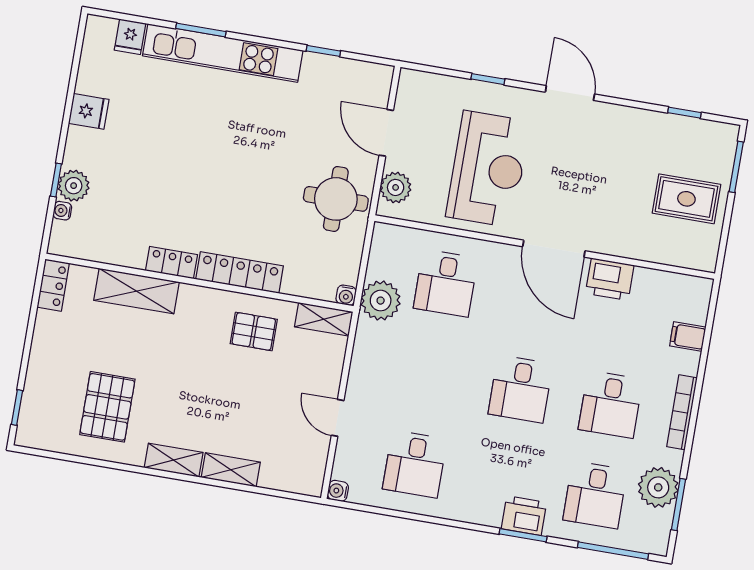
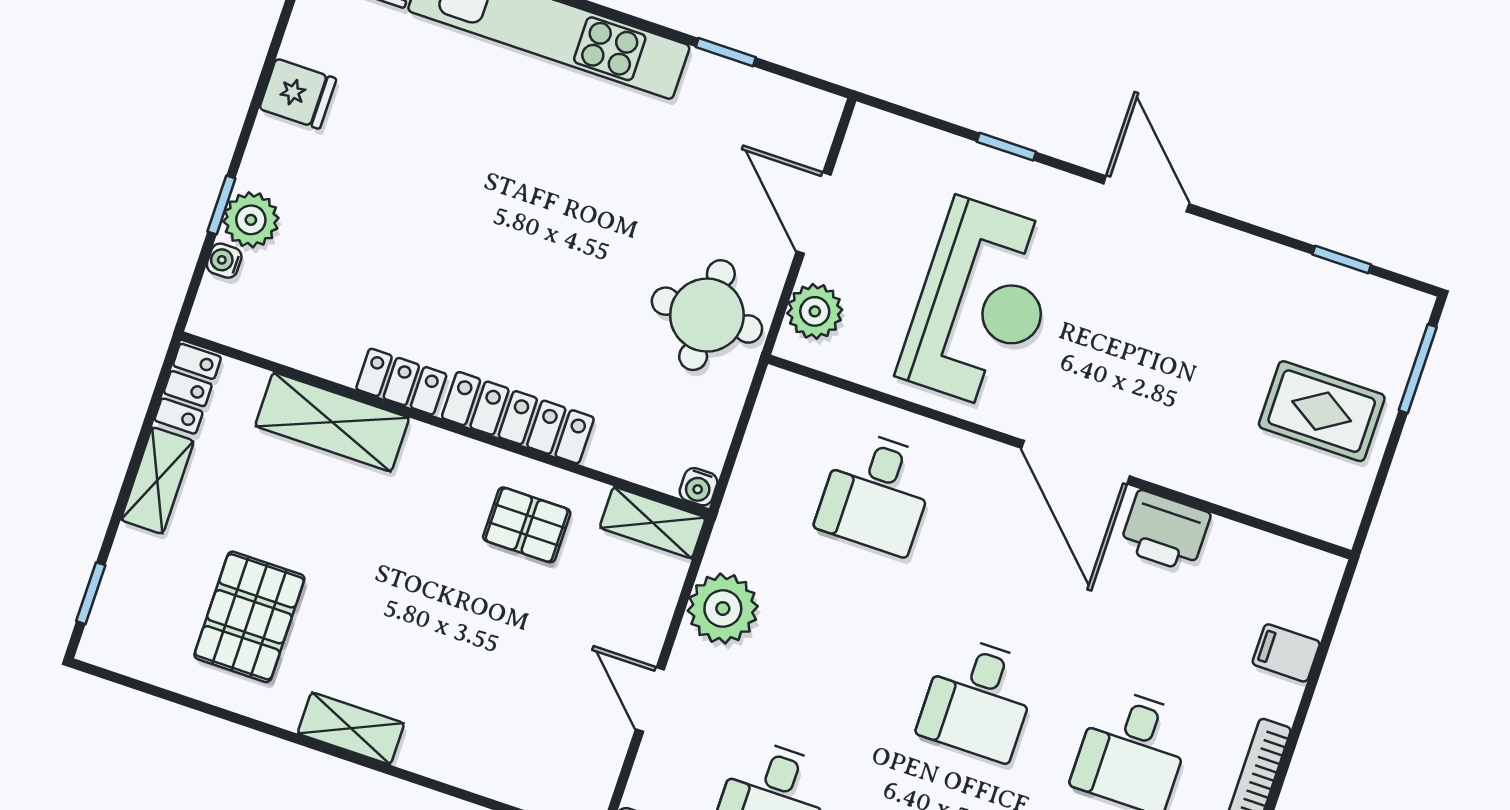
plant: (381, 301) -> (723, 609), moved
shelving: (231, 470) -> (157, 480), moved, turned 90

